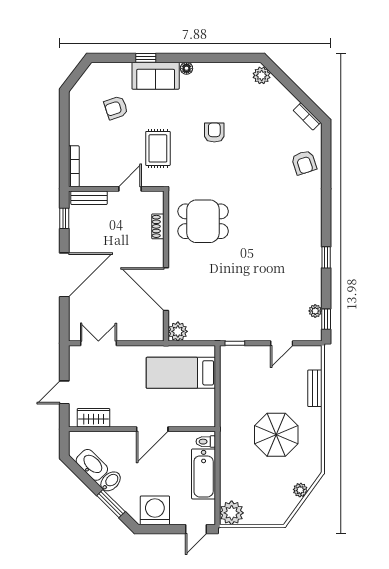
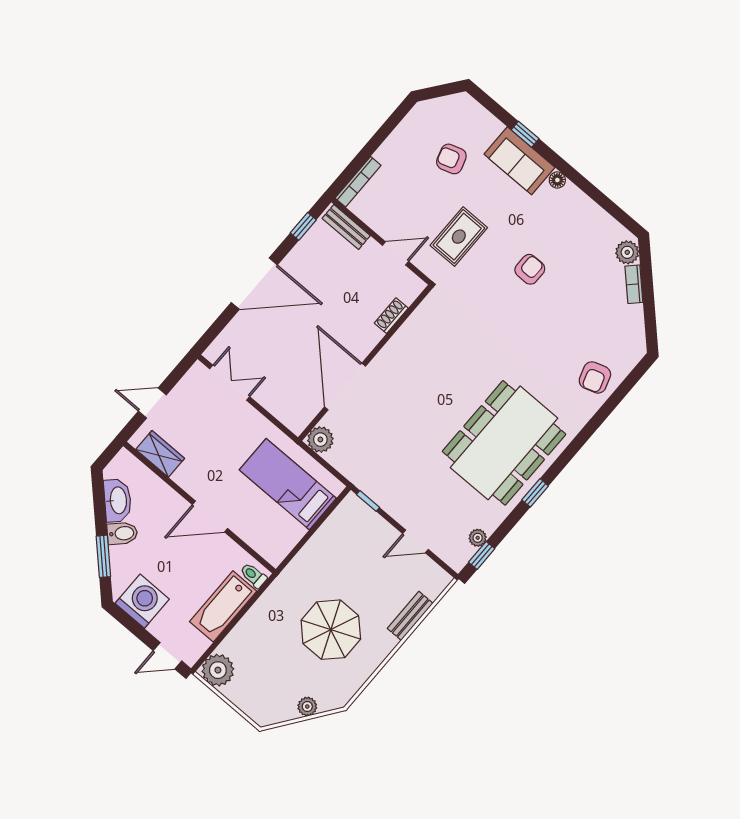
bookcase: (307, 116) -> (634, 284), moved
dining table: (203, 221) -> (504, 443), moved, width x1.88, depth x1.24

